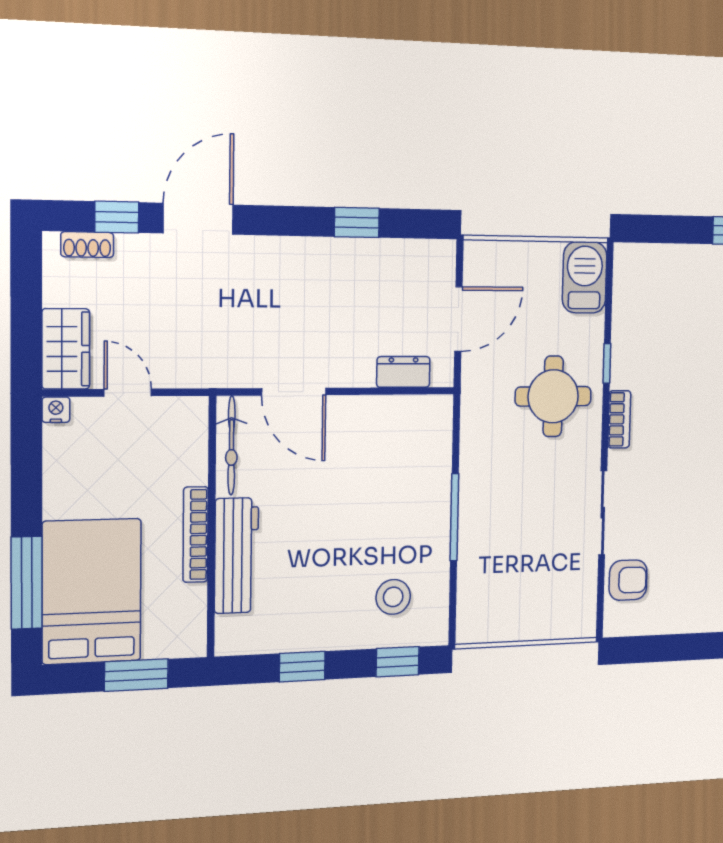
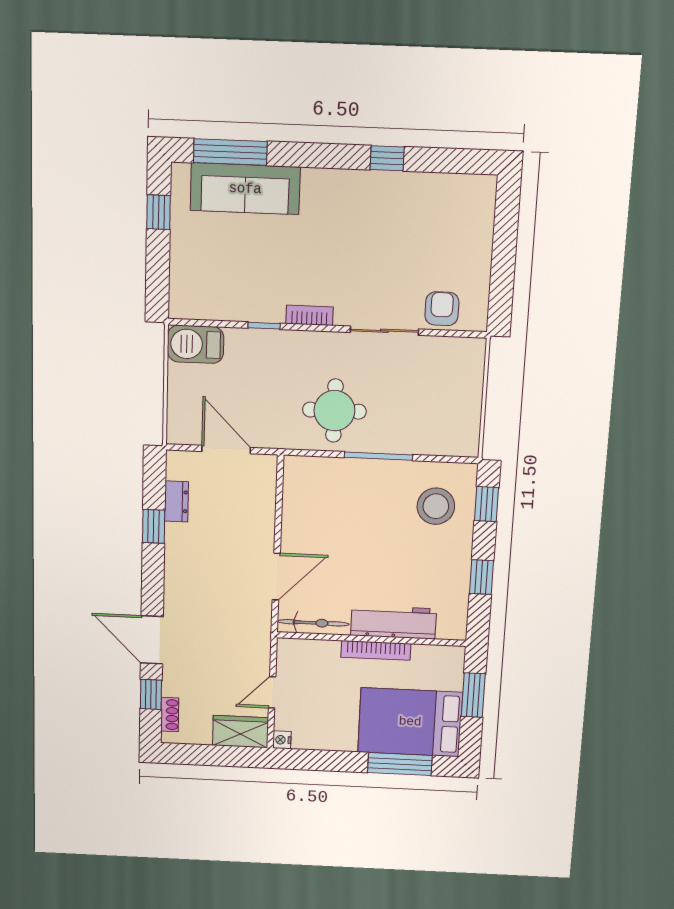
dresser: (403, 372) -> (176, 501), moved, turned 180
round table: (553, 396) -> (334, 411), moved
stool: (393, 597) -> (436, 506), width x1.38, depth x1.38

